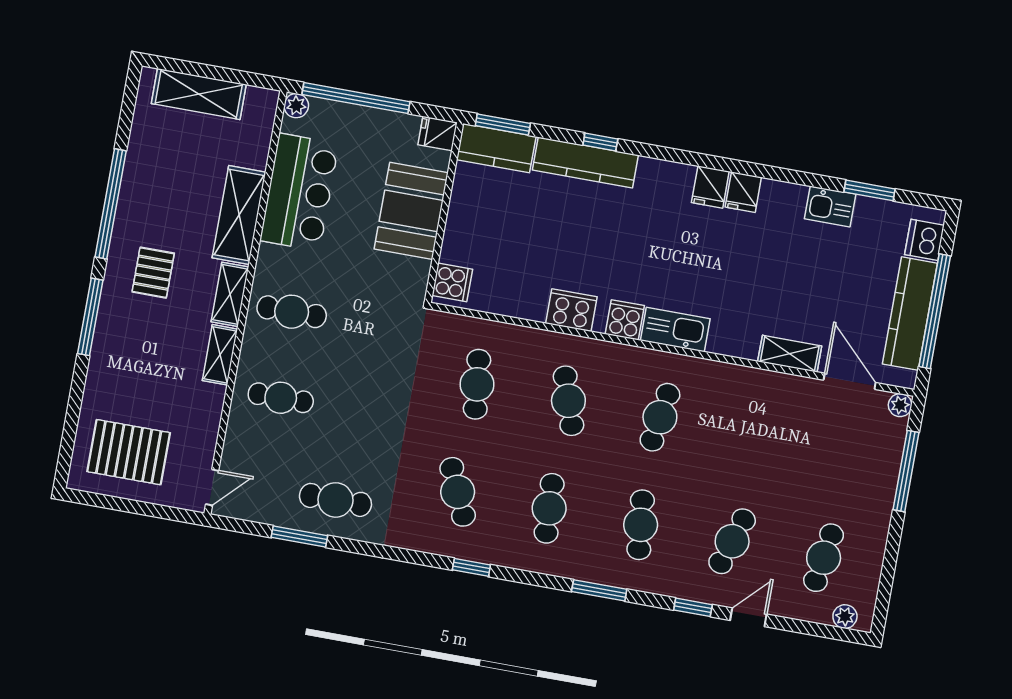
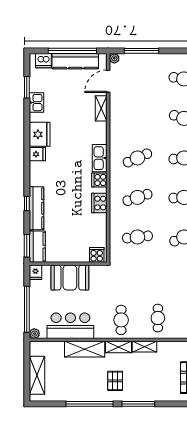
fridge: (743, 192) -> (40, 134), width x1.88, depth x1.34
pallet: (153, 273) -> (115, 381), turned 90
cafe table: (660, 417) -> (137, 158), turned -33

